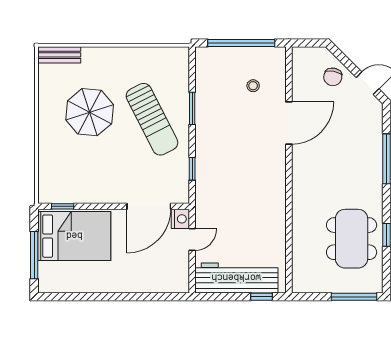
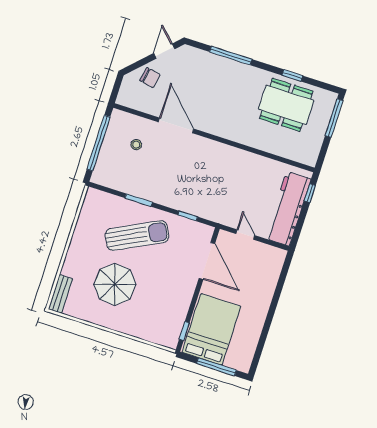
nightstand: (180, 219) -> (225, 239), removed

